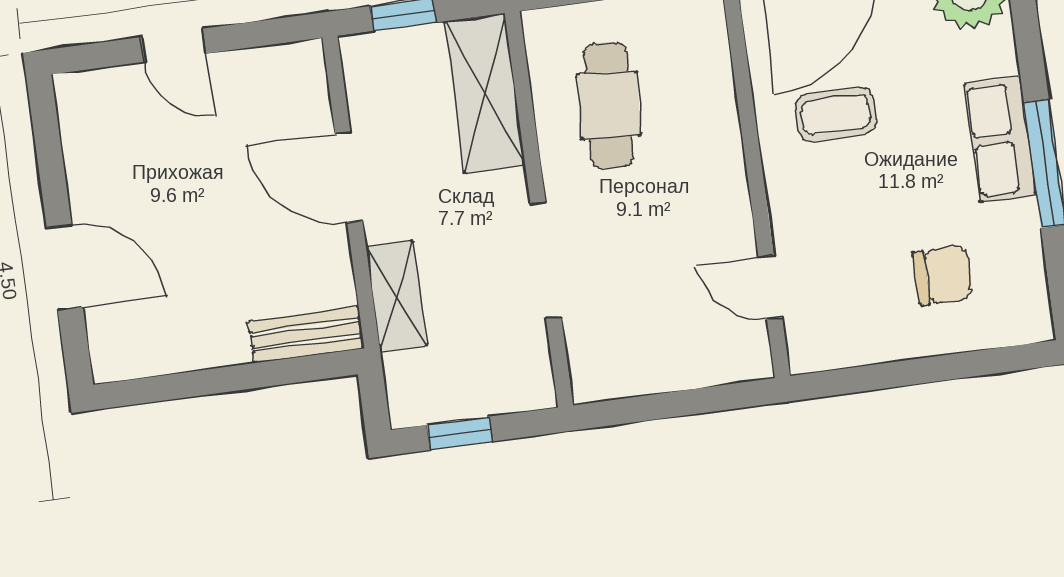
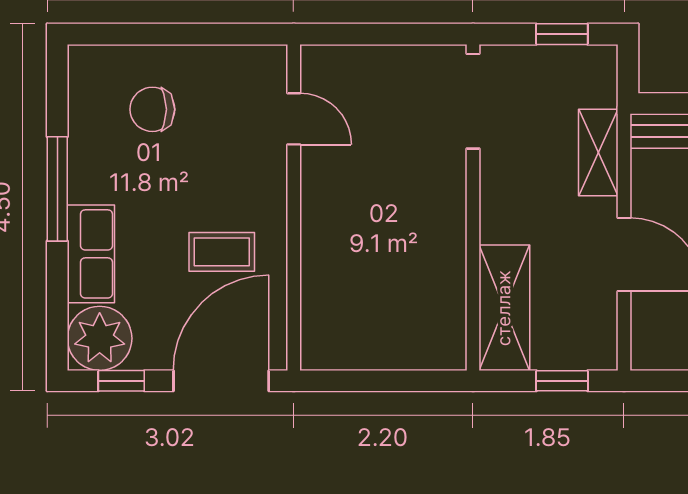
cafe table: (609, 105) -> (405, 284), removed
row of seats: (1000, 139) -> (91, 254), moved
doorway: (546, 260) -> (473, 101), moved

